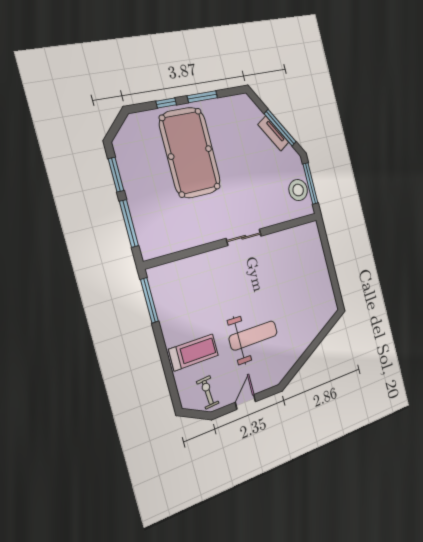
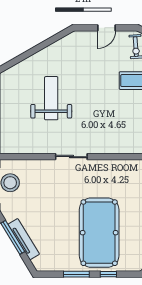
tv unit: (273, 133) -> (24, 239), width x1.41
weight bench: (253, 336) -> (51, 98), moved, turned 90

